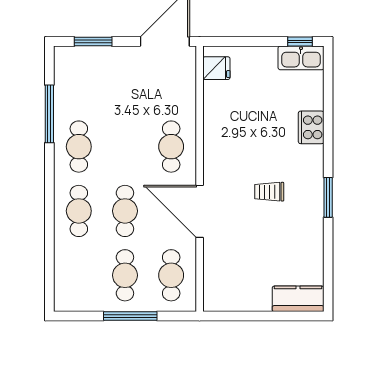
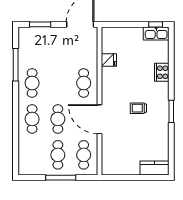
fridge: (216, 68) -> (109, 60), moved

